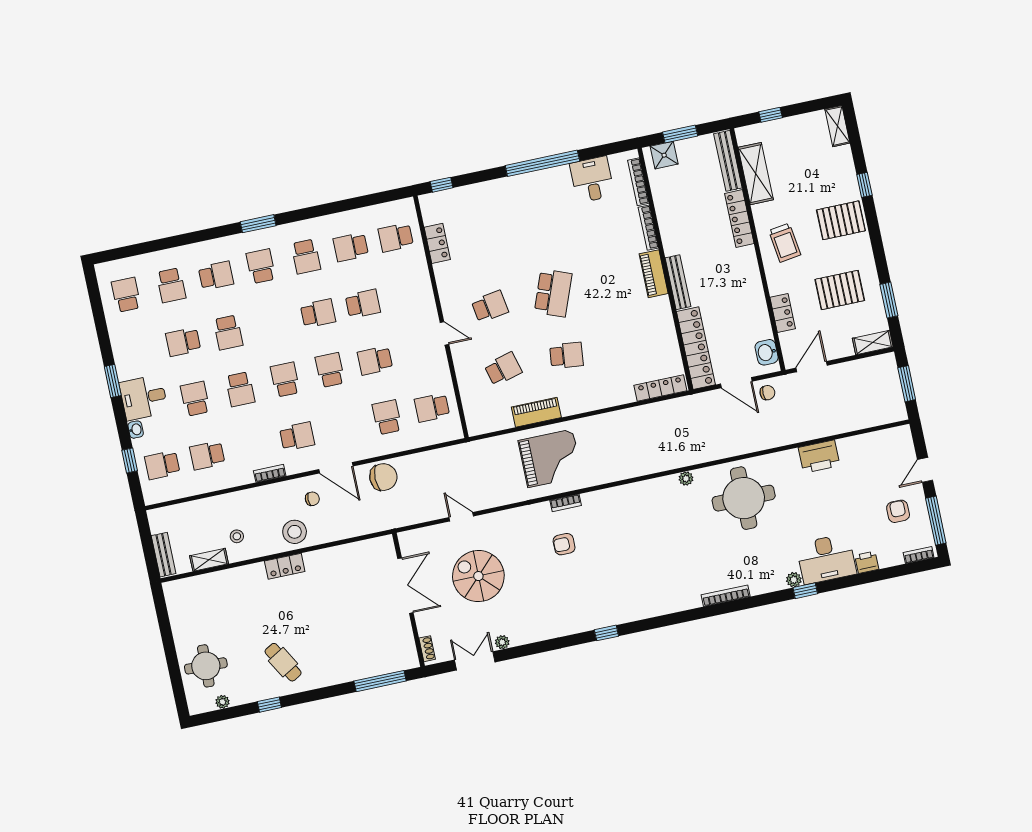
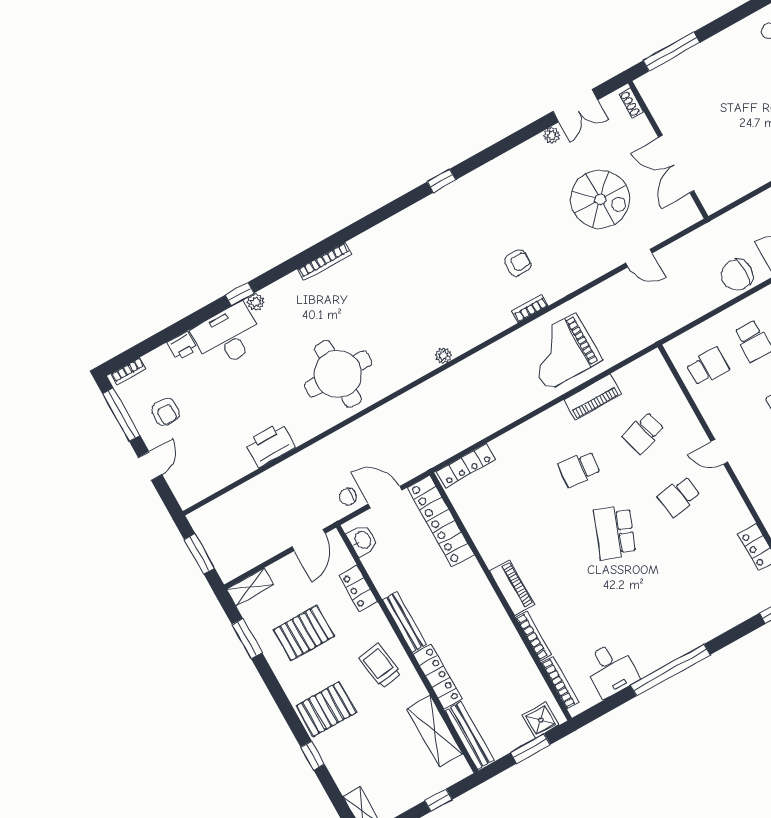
bench: (678, 282) -> (405, 622), moved
plant: (686, 479) -> (443, 355), moved

